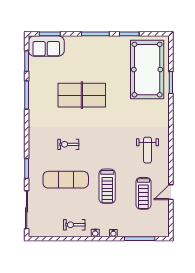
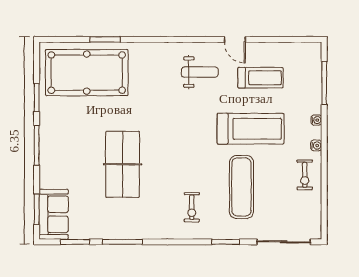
exercise bike: (68, 144) -> (192, 207), moved
treadmill: (107, 186) -> (251, 129), width x1.37, depth x1.37
door: (171, 192) -> (235, 39), moved

